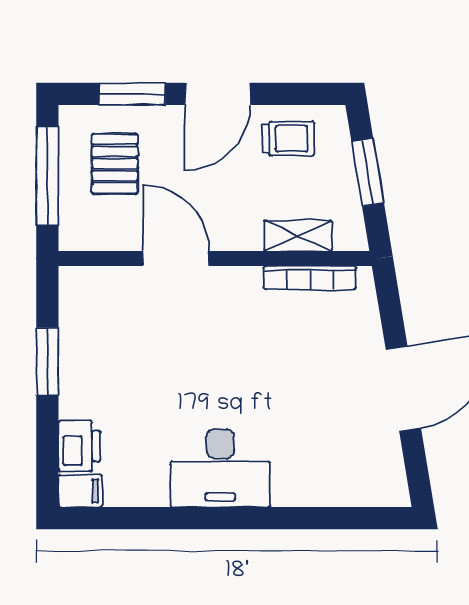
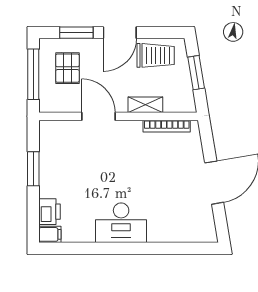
trolley: (288, 139) -> (156, 55), width x1.36, depth x1.39
shelving: (298, 236) -> (145, 105), moved

